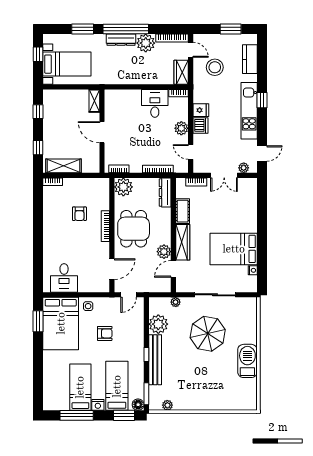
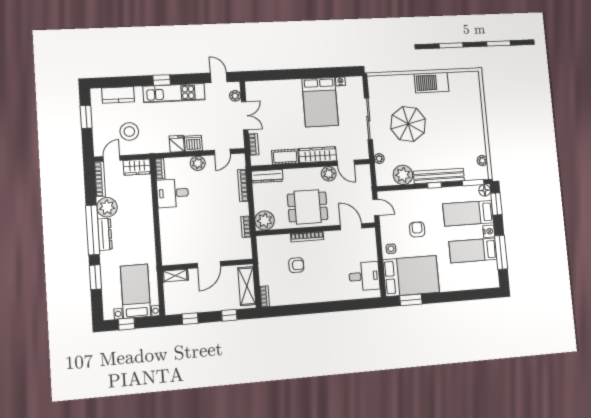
shelving: (94, 101) -> (175, 276), moved
wall: (102, 131) -> (208, 265), moved
door: (102, 132) -> (209, 265), moved

